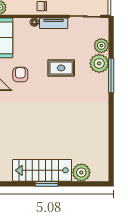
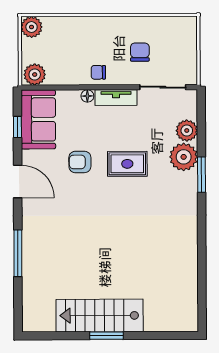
armchair: (20, 75) -> (80, 162), moved, turned -90
window: (111, 75) -> (202, 175), width x0.69
plant: (81, 172) -> (158, 318), removed

